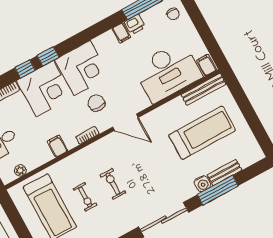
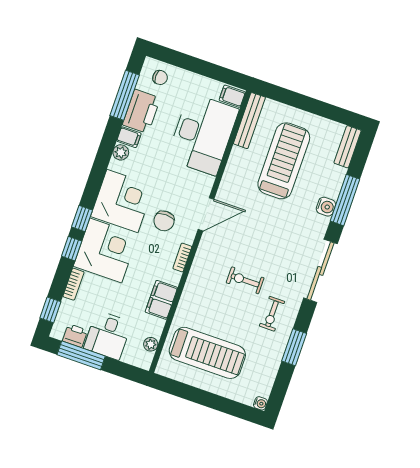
printer: (135, 24) -> (141, 111), width x1.87, depth x1.48
plant: (108, 38) -> (121, 152), added
chair: (96, 103) -> (164, 221), turned -90
filing cabinet: (57, 146) -> (161, 300), width x2.00
bench: (225, 173) -> (348, 147), moved
exercise bike: (85, 197) -> (272, 314), moved, turned 90

